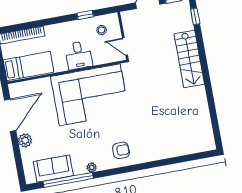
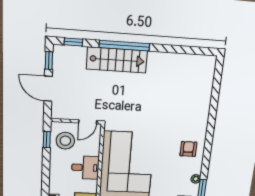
window: (85, 15) -> (47, 140), moved
stool: (102, 30) -> (65, 141), width x1.89, depth x1.89
window: (204, 62) -> (124, 46), added

